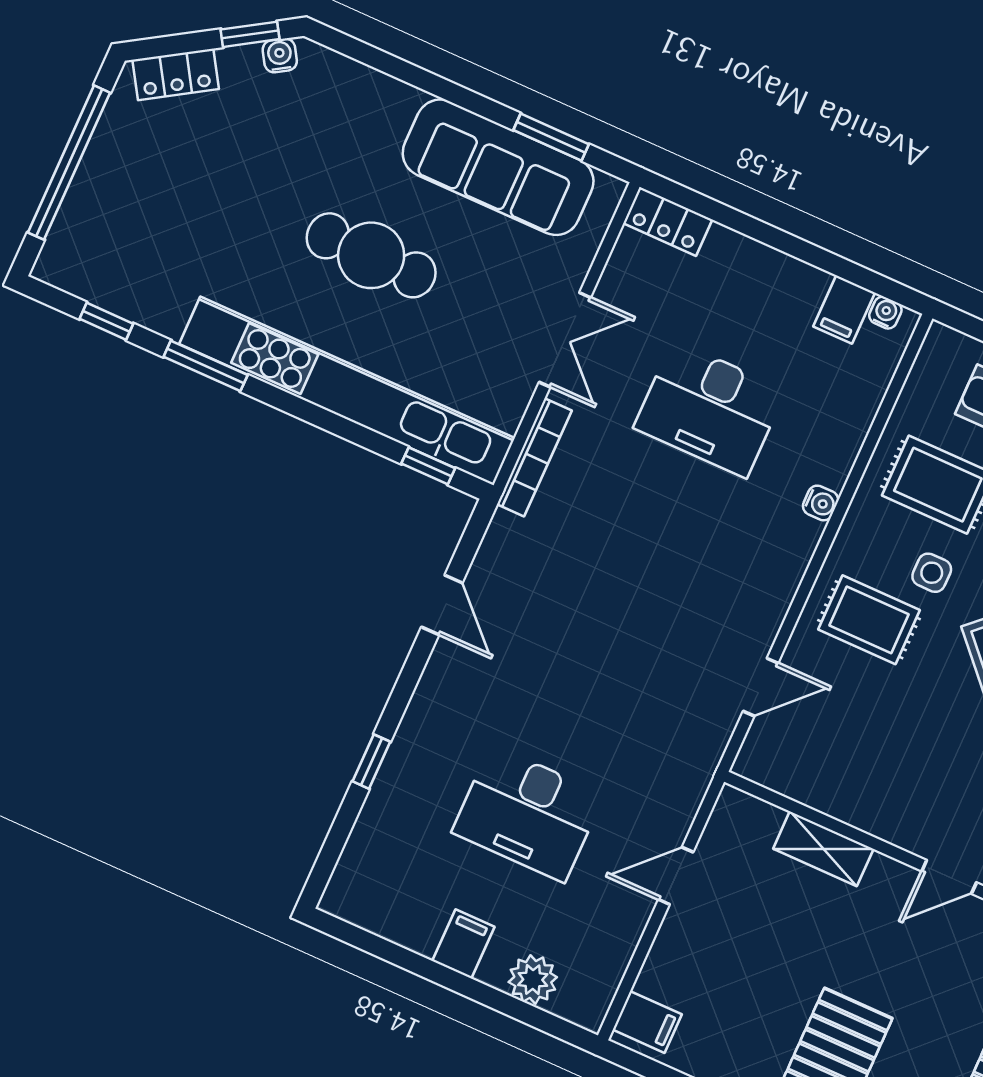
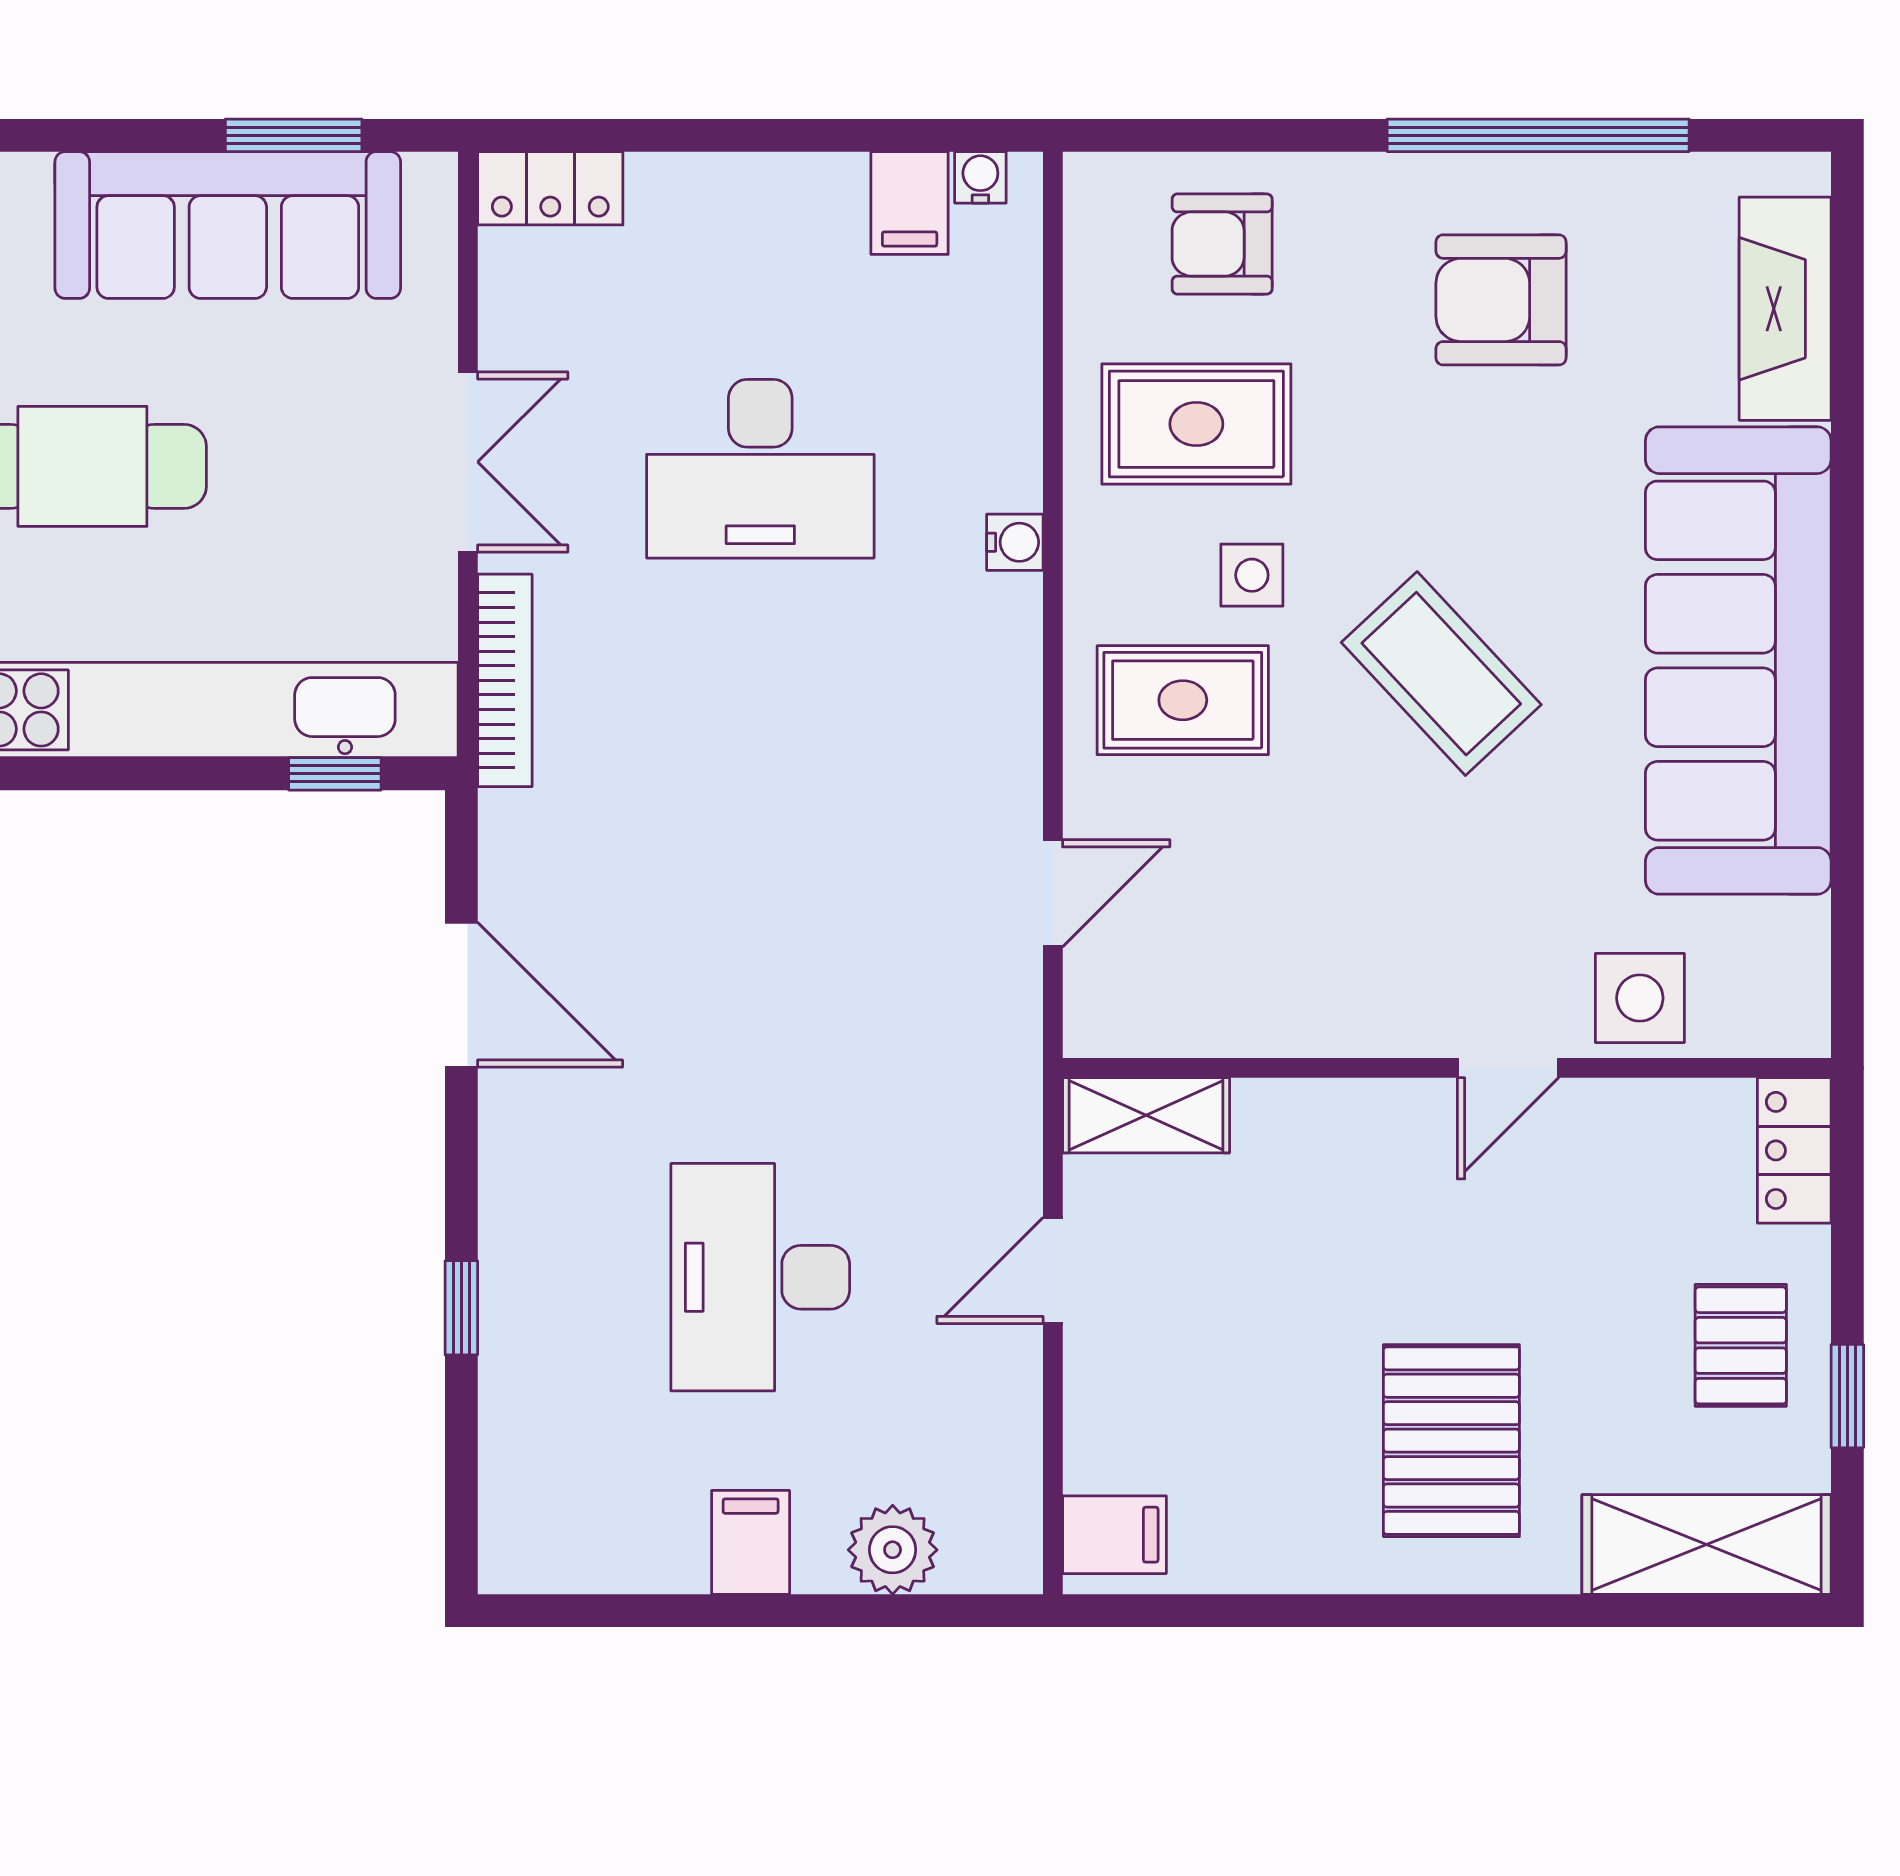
door: (442, 605) -> (461, 995), width x1.37
desk: (528, 813) -> (760, 1277), turned 90
shelving: (823, 849) -> (1146, 1115), moved

